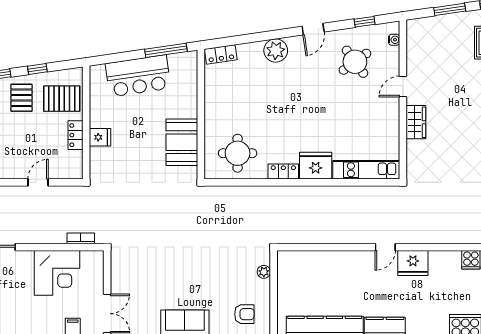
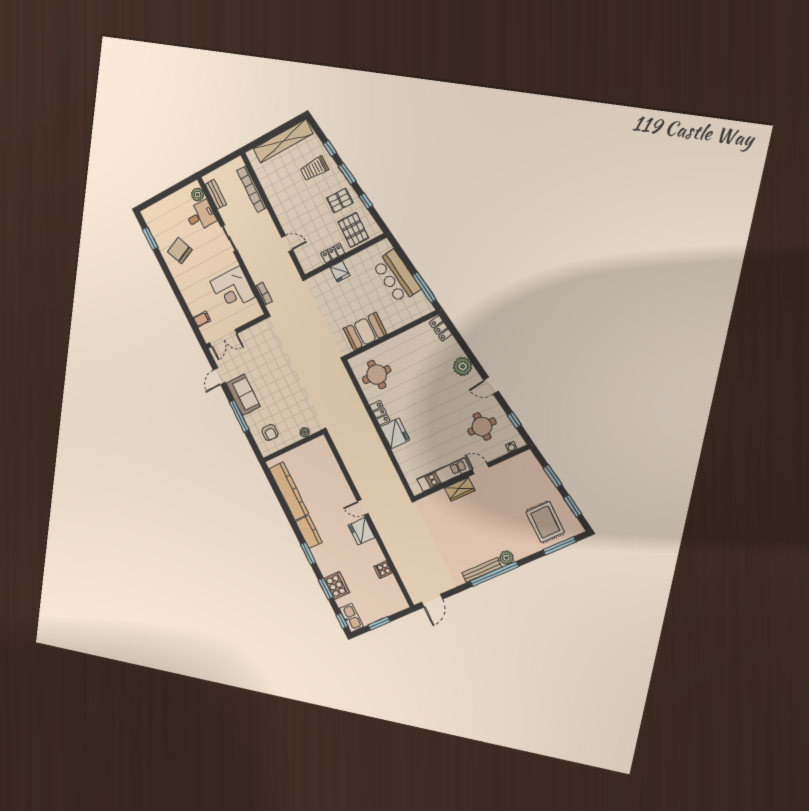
round table: (355, 62) -> (482, 427), turned 36
kitchen unit: (366, 170) -> (444, 475), moved, turned -90

